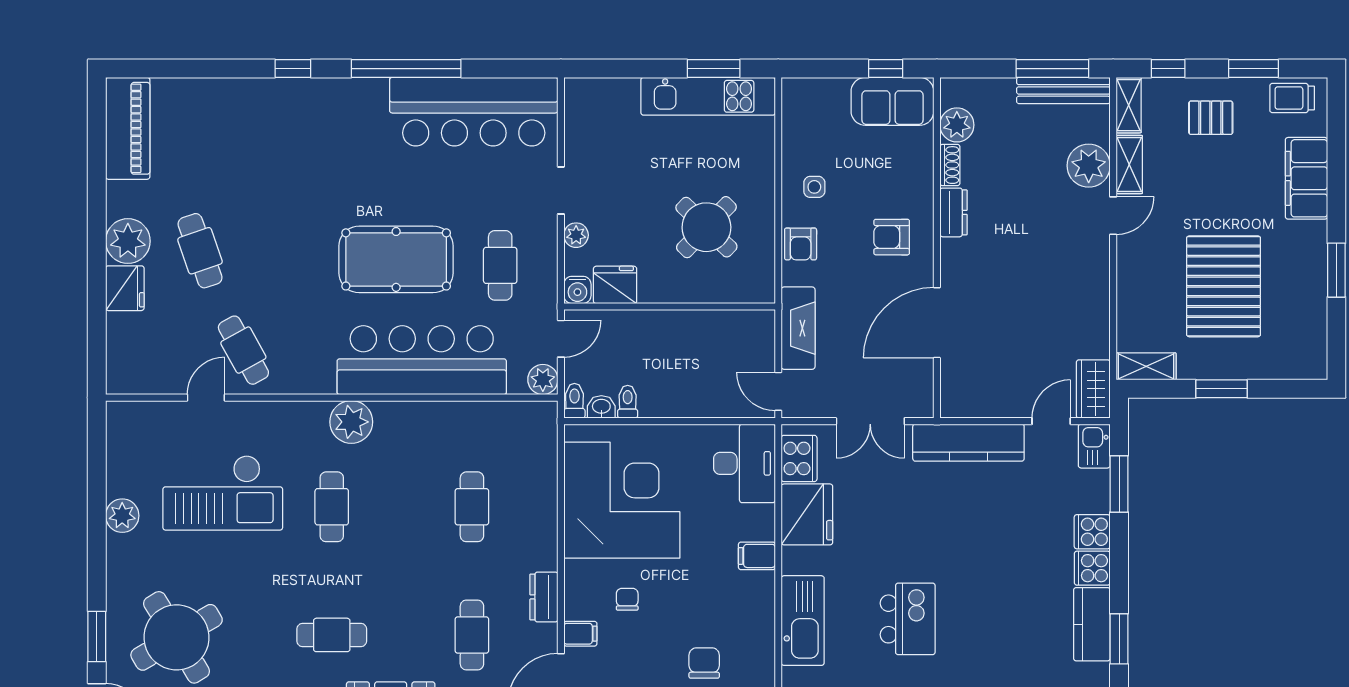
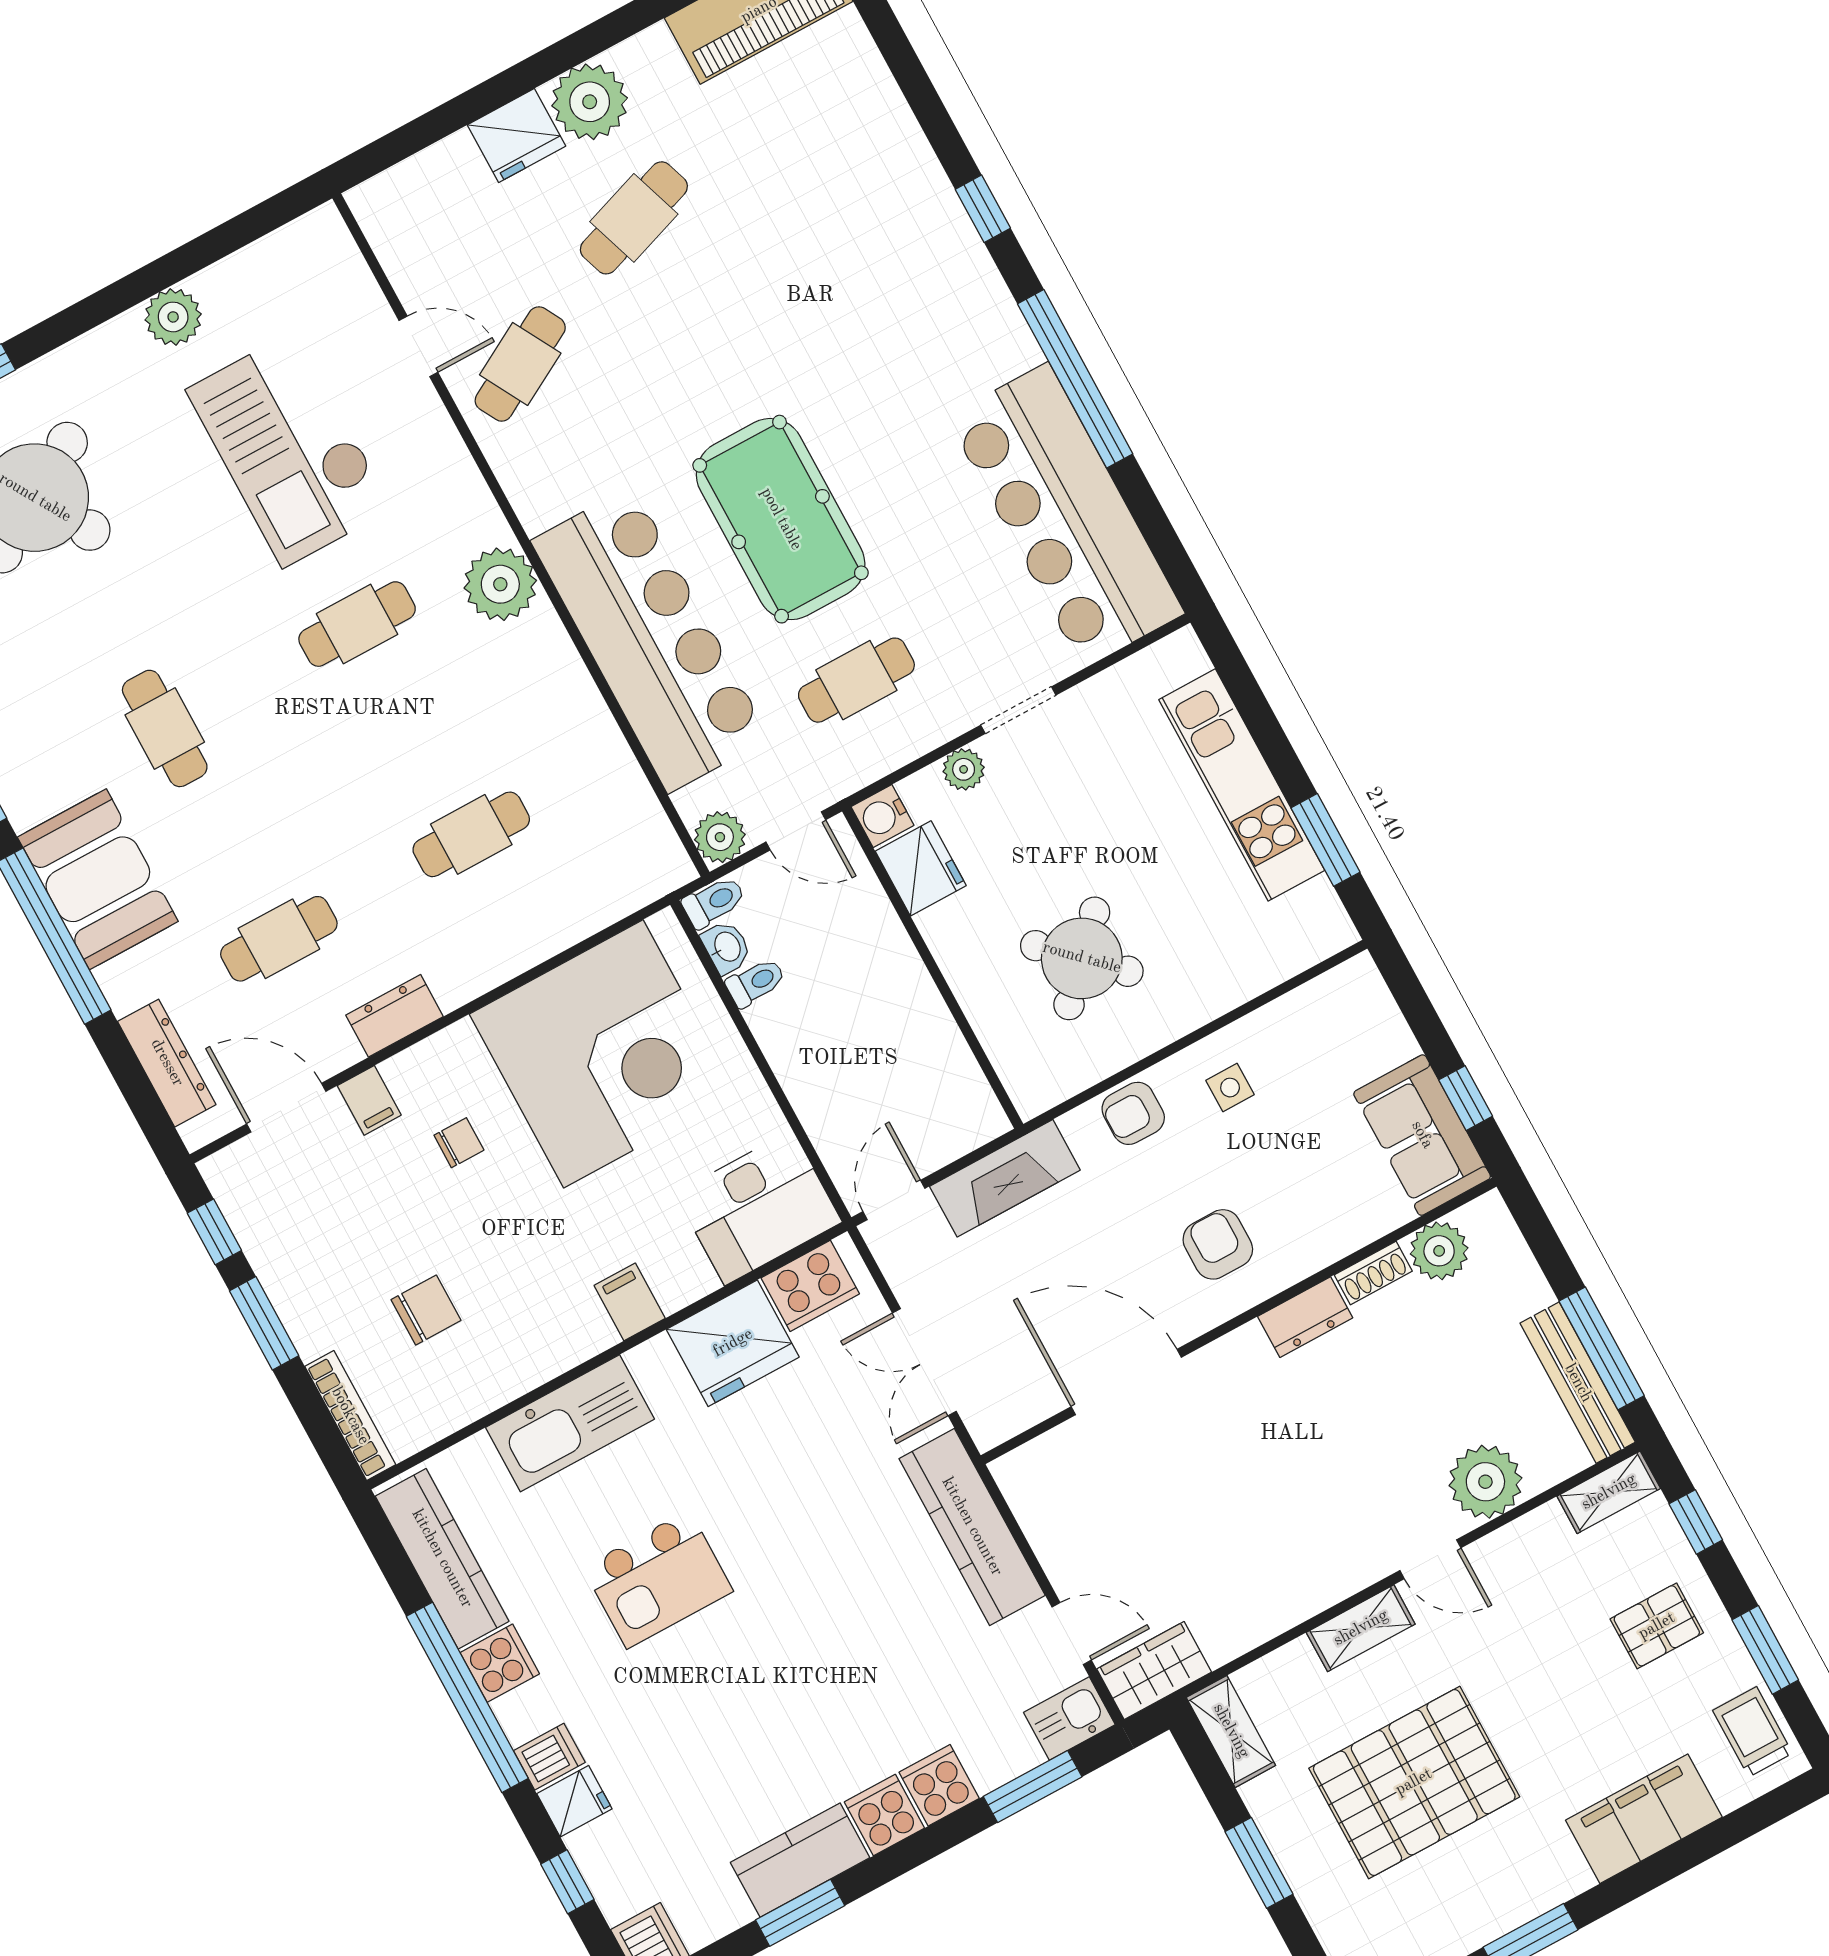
kitchen unit: (708, 96) -> (1242, 785), moved
pallet: (1211, 118) -> (1657, 1626), turned 90
shelving: (1129, 164) -> (1361, 1628), moved

